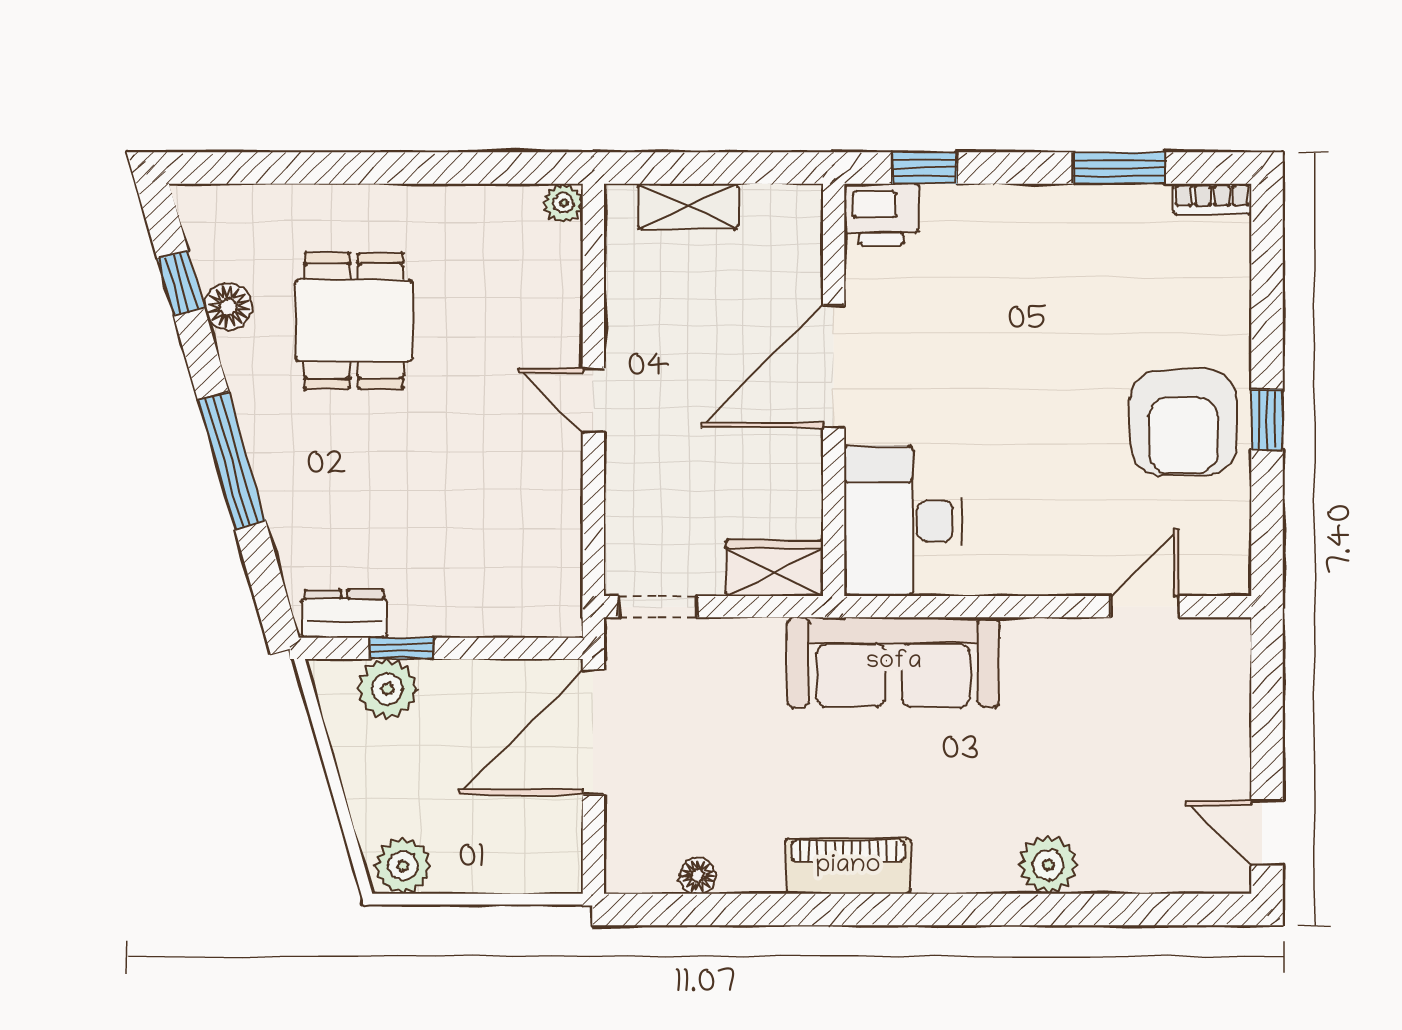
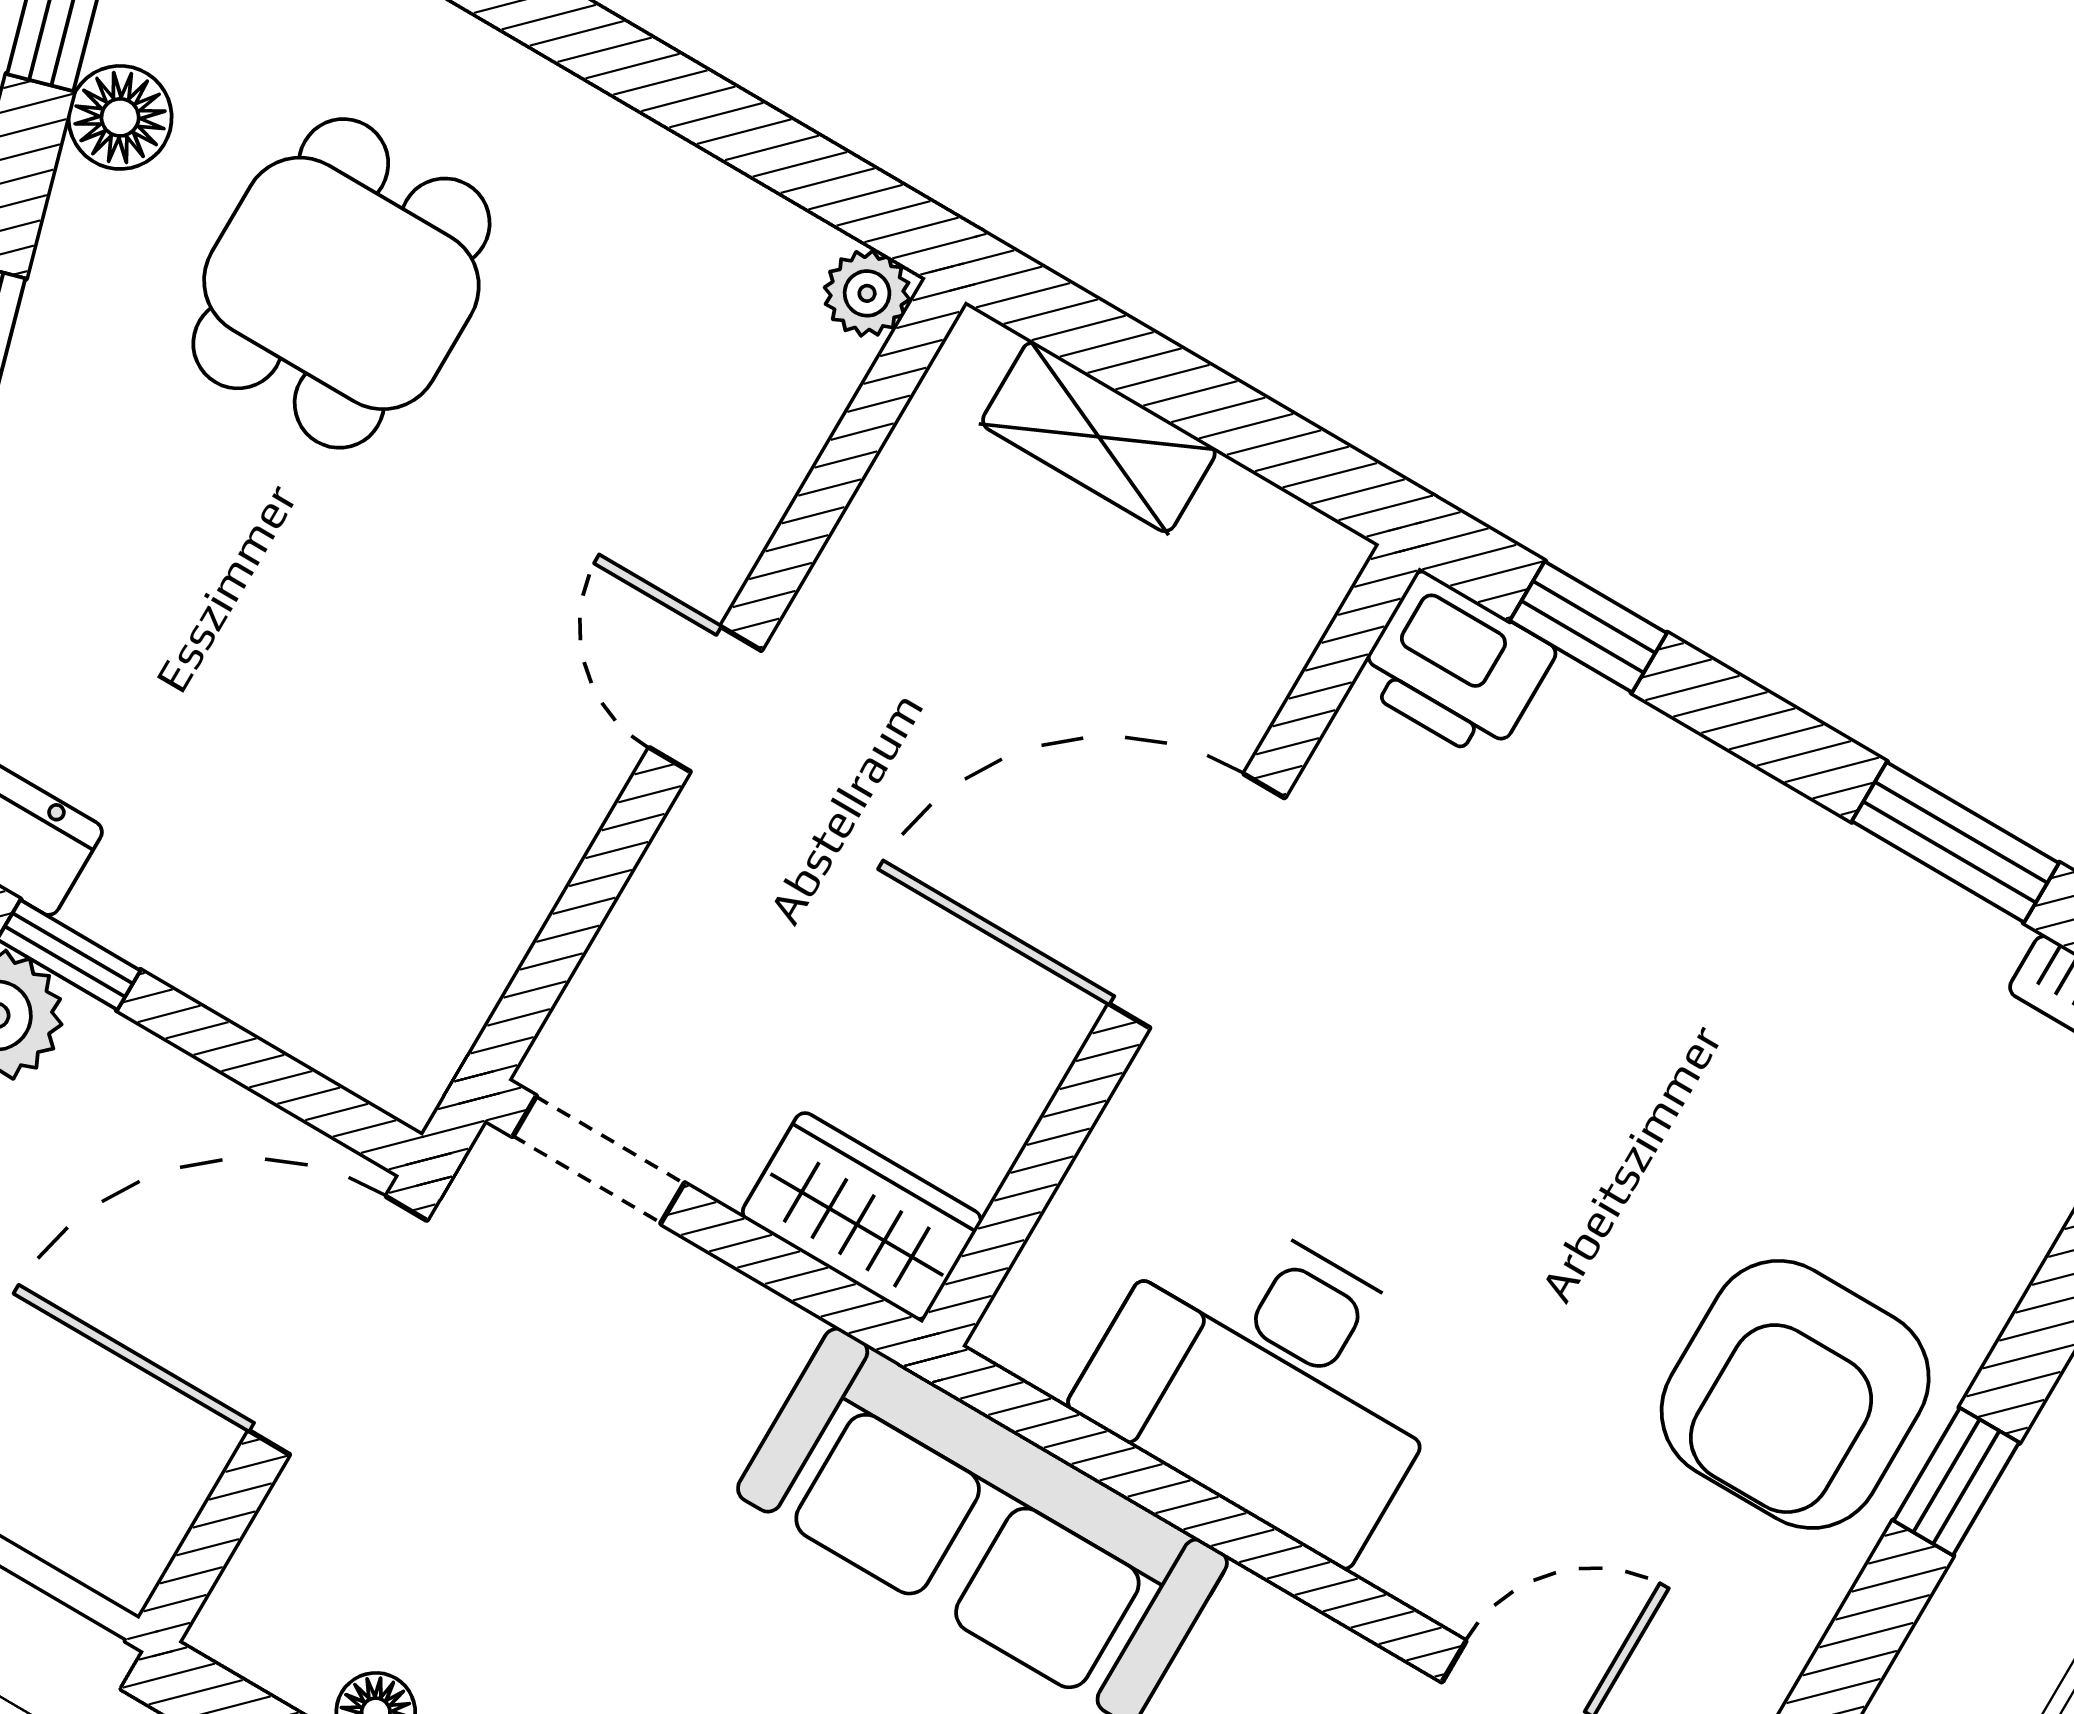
desk: (903, 521) -> (1271, 1378), moved, turned -90

